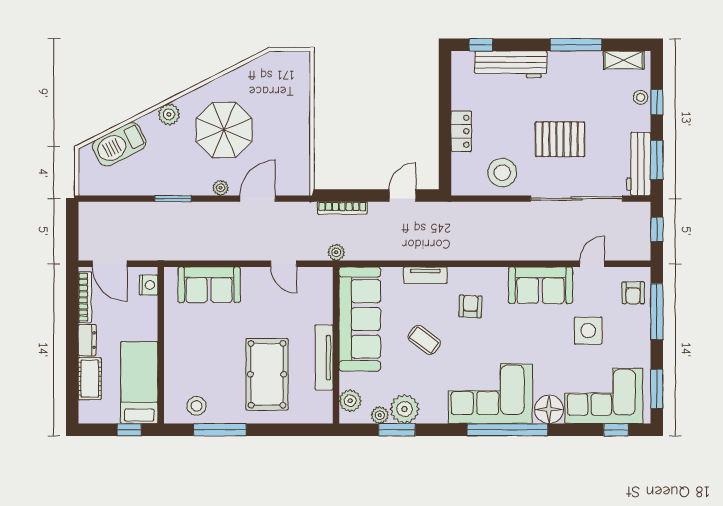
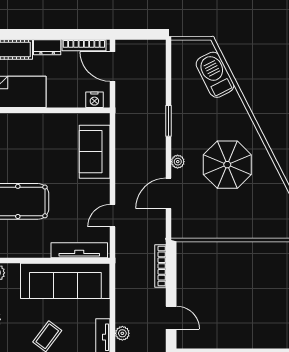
plant: (169, 114) -> (241, 117), removed
door: (258, 199) -> (168, 193), swing flipped
plant: (336, 252) -> (122, 333), moved
door: (110, 264) -> (113, 67), hinge flipped
tv unit: (324, 358) -> (79, 250), moved

